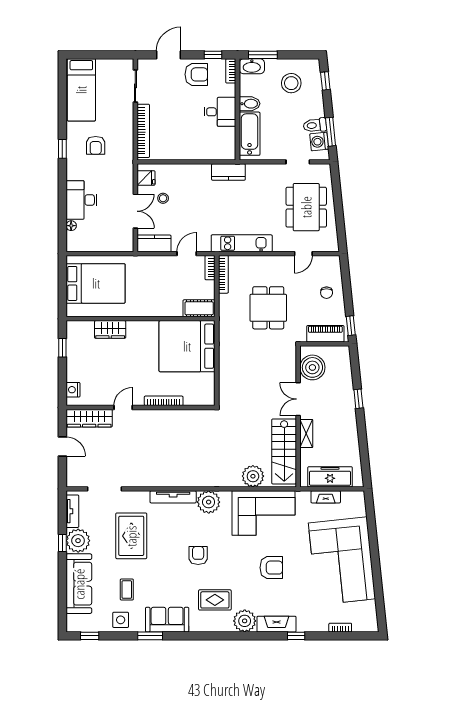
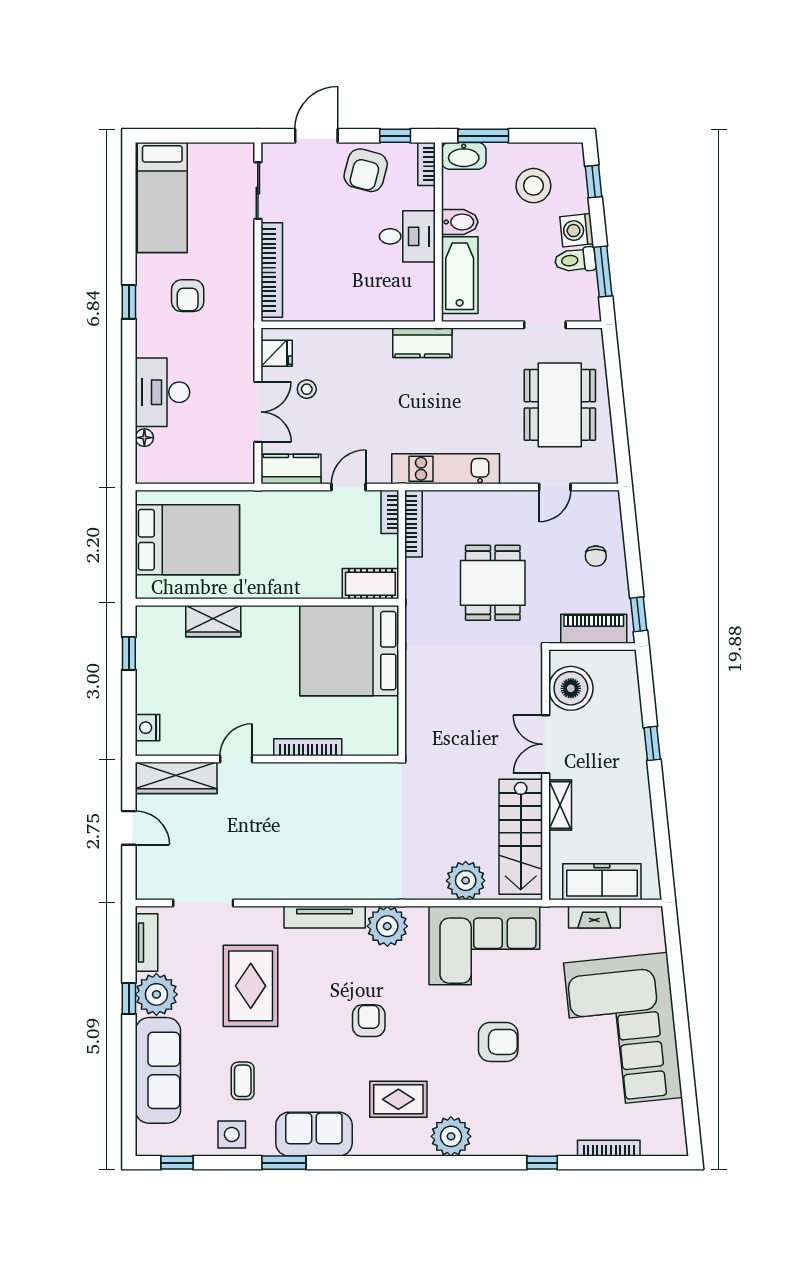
armchair: (196, 74) -> (366, 170), turned 105
washing machine: (319, 142) -> (577, 230), moved
fireplace: (276, 624) -> (507, 1142), removed
bookcase: (340, 628) -> (609, 1148), width x1.56

